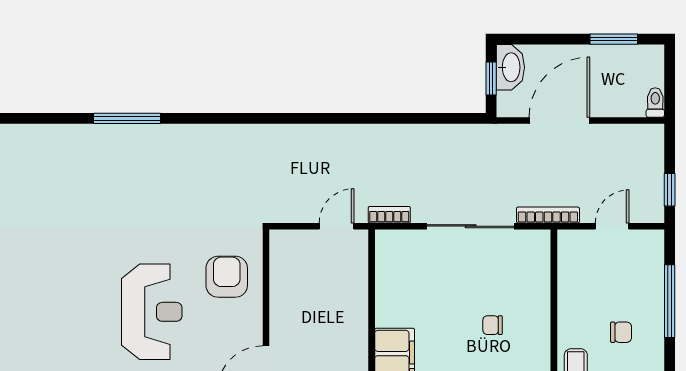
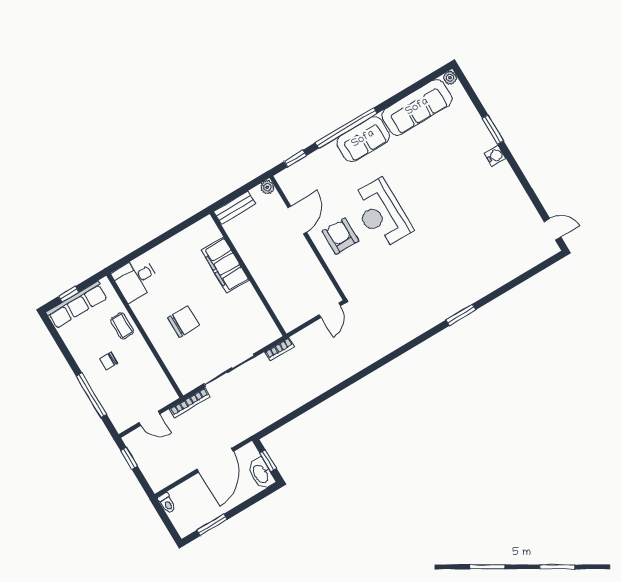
window: (127, 118) -> (461, 315), width x0.69
door: (337, 226) -> (330, 310), moved
door: (612, 226) -> (149, 418), hinge flipped
armchair: (227, 277) -> (341, 236), moved, turned 180
chair: (493, 325) -> (184, 322), width x1.87, depth x1.87

